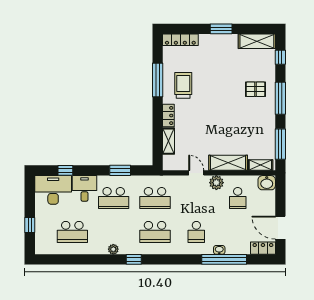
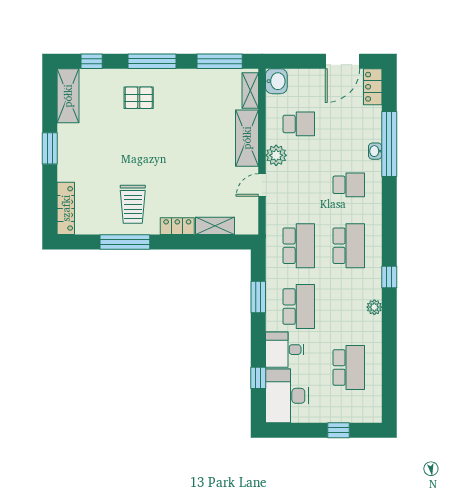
trolley: (183, 85) -> (133, 204), turned -90
pallet: (256, 89) -> (139, 98), turned 90

